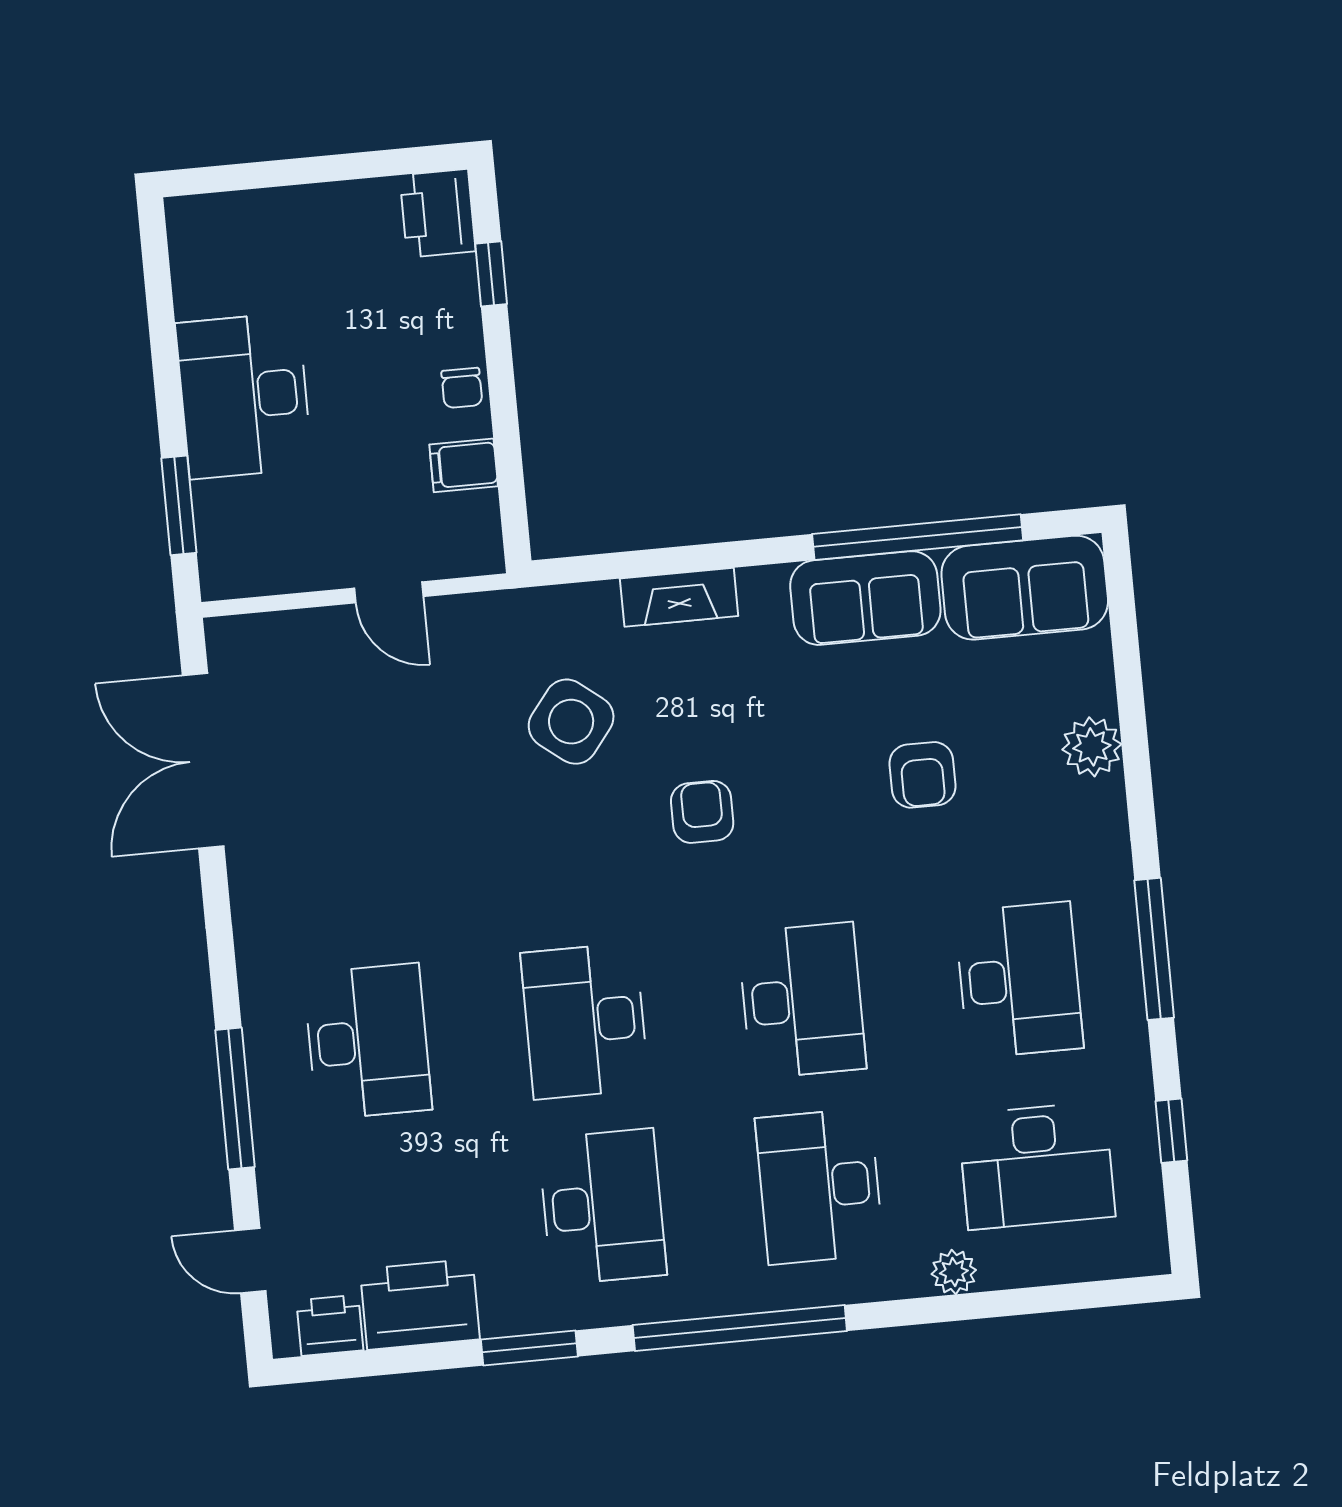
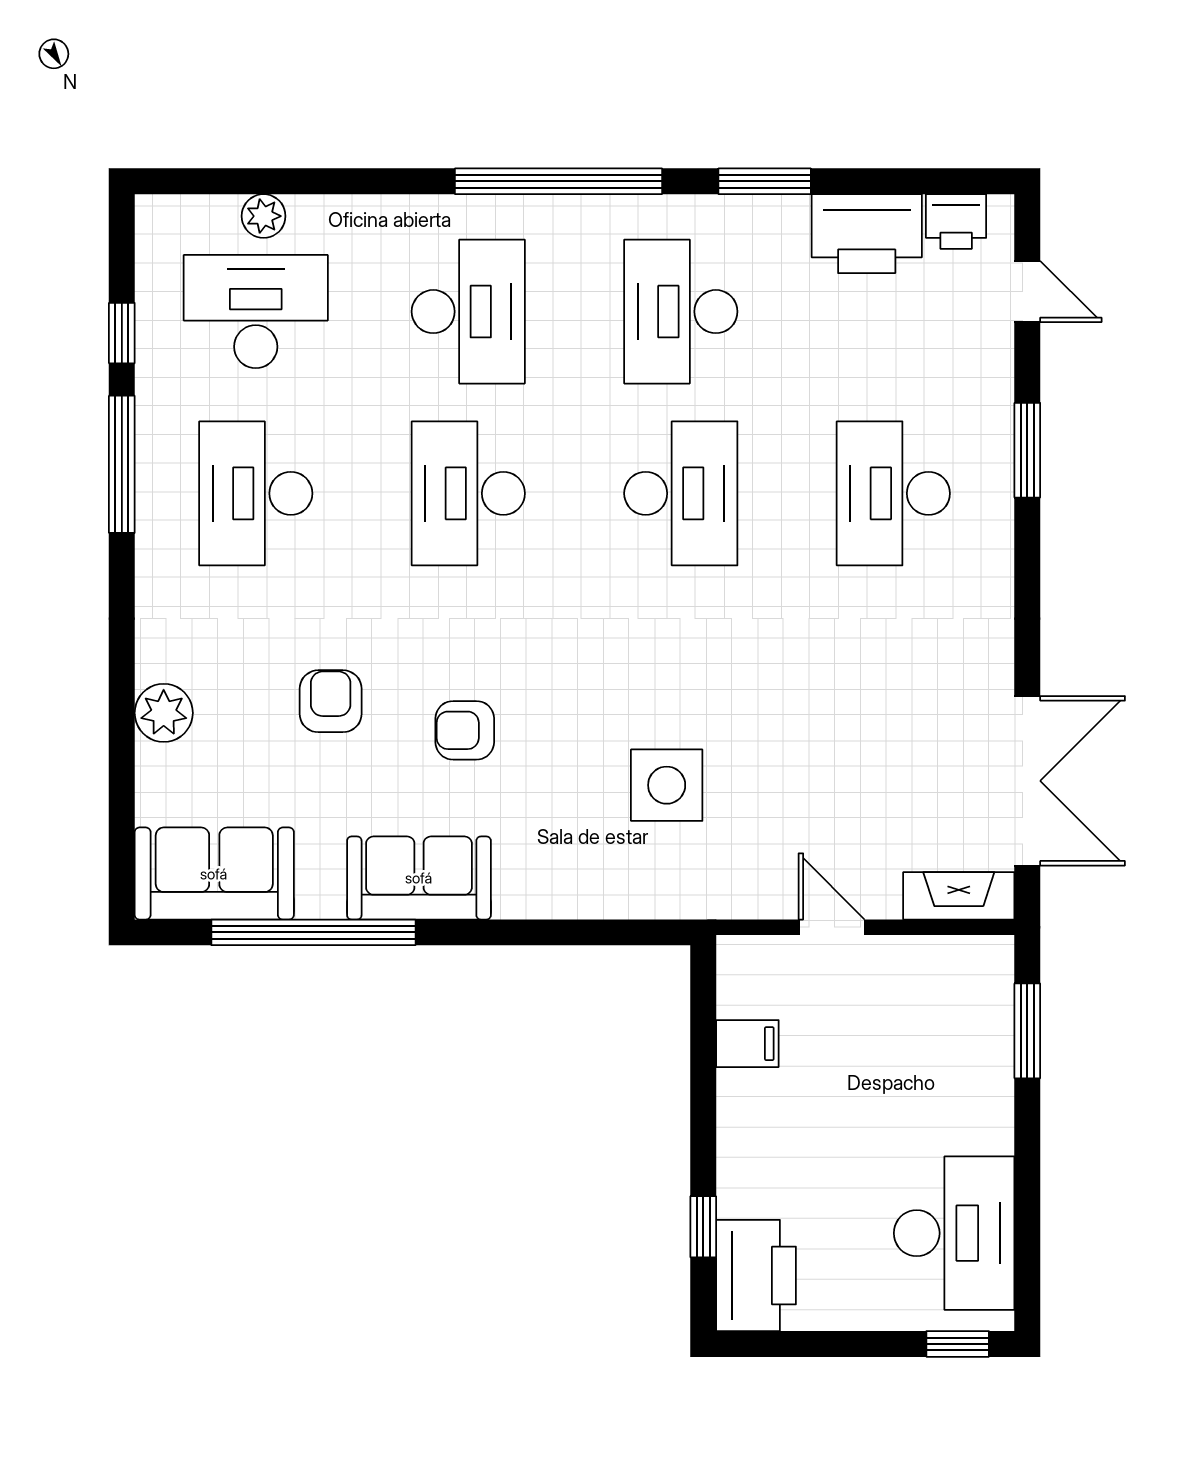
window: (220, 179) -> (958, 1344), added
printer: (438, 213) -> (756, 1275), width x1.37, depth x1.19
chair: (462, 388) -> (742, 1119), removed
desk: (244, 396) -> (954, 1233), moved
fireplace: (679, 597) -> (959, 896), moved
sofa: (865, 598) -> (419, 878), moved
side table: (571, 722) -> (667, 785), turned -38
armchair: (702, 812) -> (465, 730), moved, turned 90
window: (1154, 949) -> (122, 464), moved
window: (235, 1099) -> (1027, 450), width x0.69
plant: (954, 1272) -> (264, 216), moved

